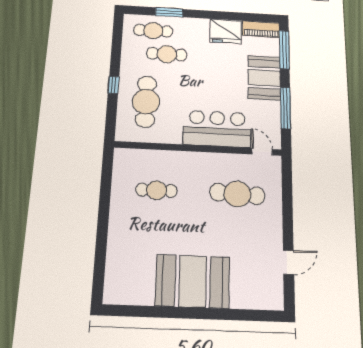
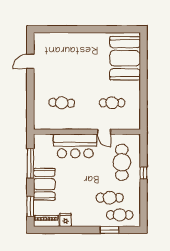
fridge: (226, 31) -> (65, 220), width x0.53, depth x0.75
window: (284, 50) -> (30, 206), width x0.69
door: (262, 152) -> (104, 132), moved
cafe table: (237, 194) -> (62, 103), width x0.73, depth x0.74
booth: (193, 281) -> (125, 58), moved, turned 90

